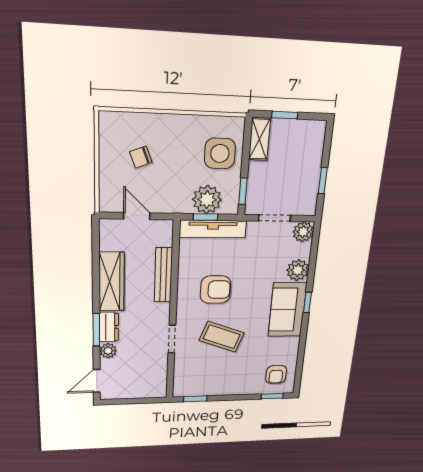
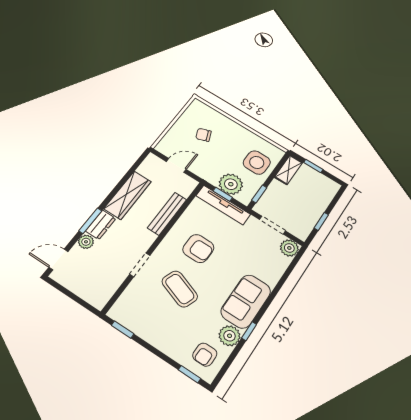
door: (137, 216) -> (176, 165), hinge flipped
plant: (298, 270) -> (230, 336), moved
window: (307, 302) -> (249, 331), moved

